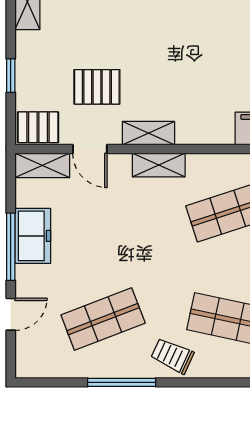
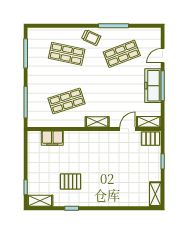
pallet: (97, 87) -> (71, 181), moved
shelving: (148, 133) -> (102, 136), removed
door: (90, 149) -> (128, 129), hinge flipped
freezer: (33, 236) -> (153, 86), width x1.40

